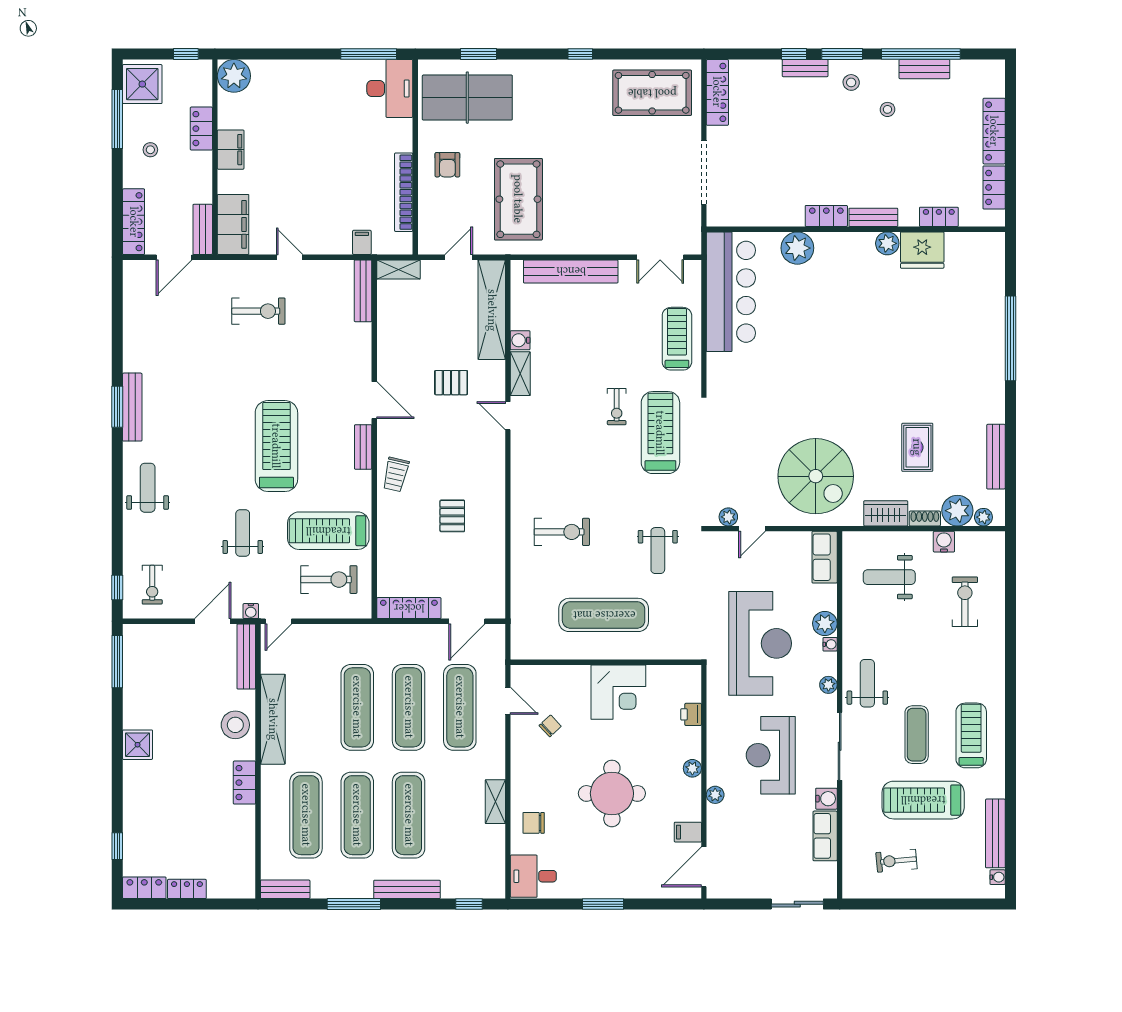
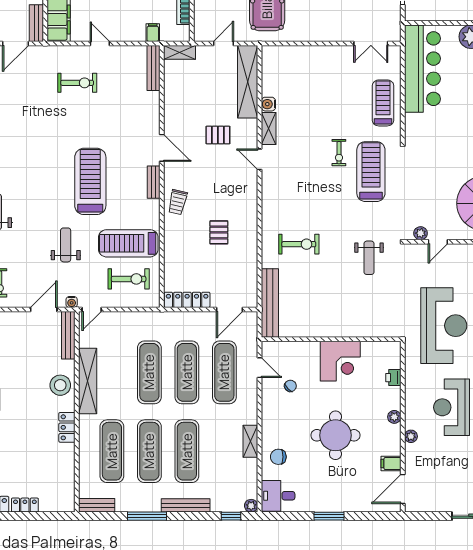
bench: (571, 271) -> (270, 303), moved, turned 90
exercise mat: (604, 615) -> (329, 305), removed
plant: (496, 890) -> (251, 506), added

